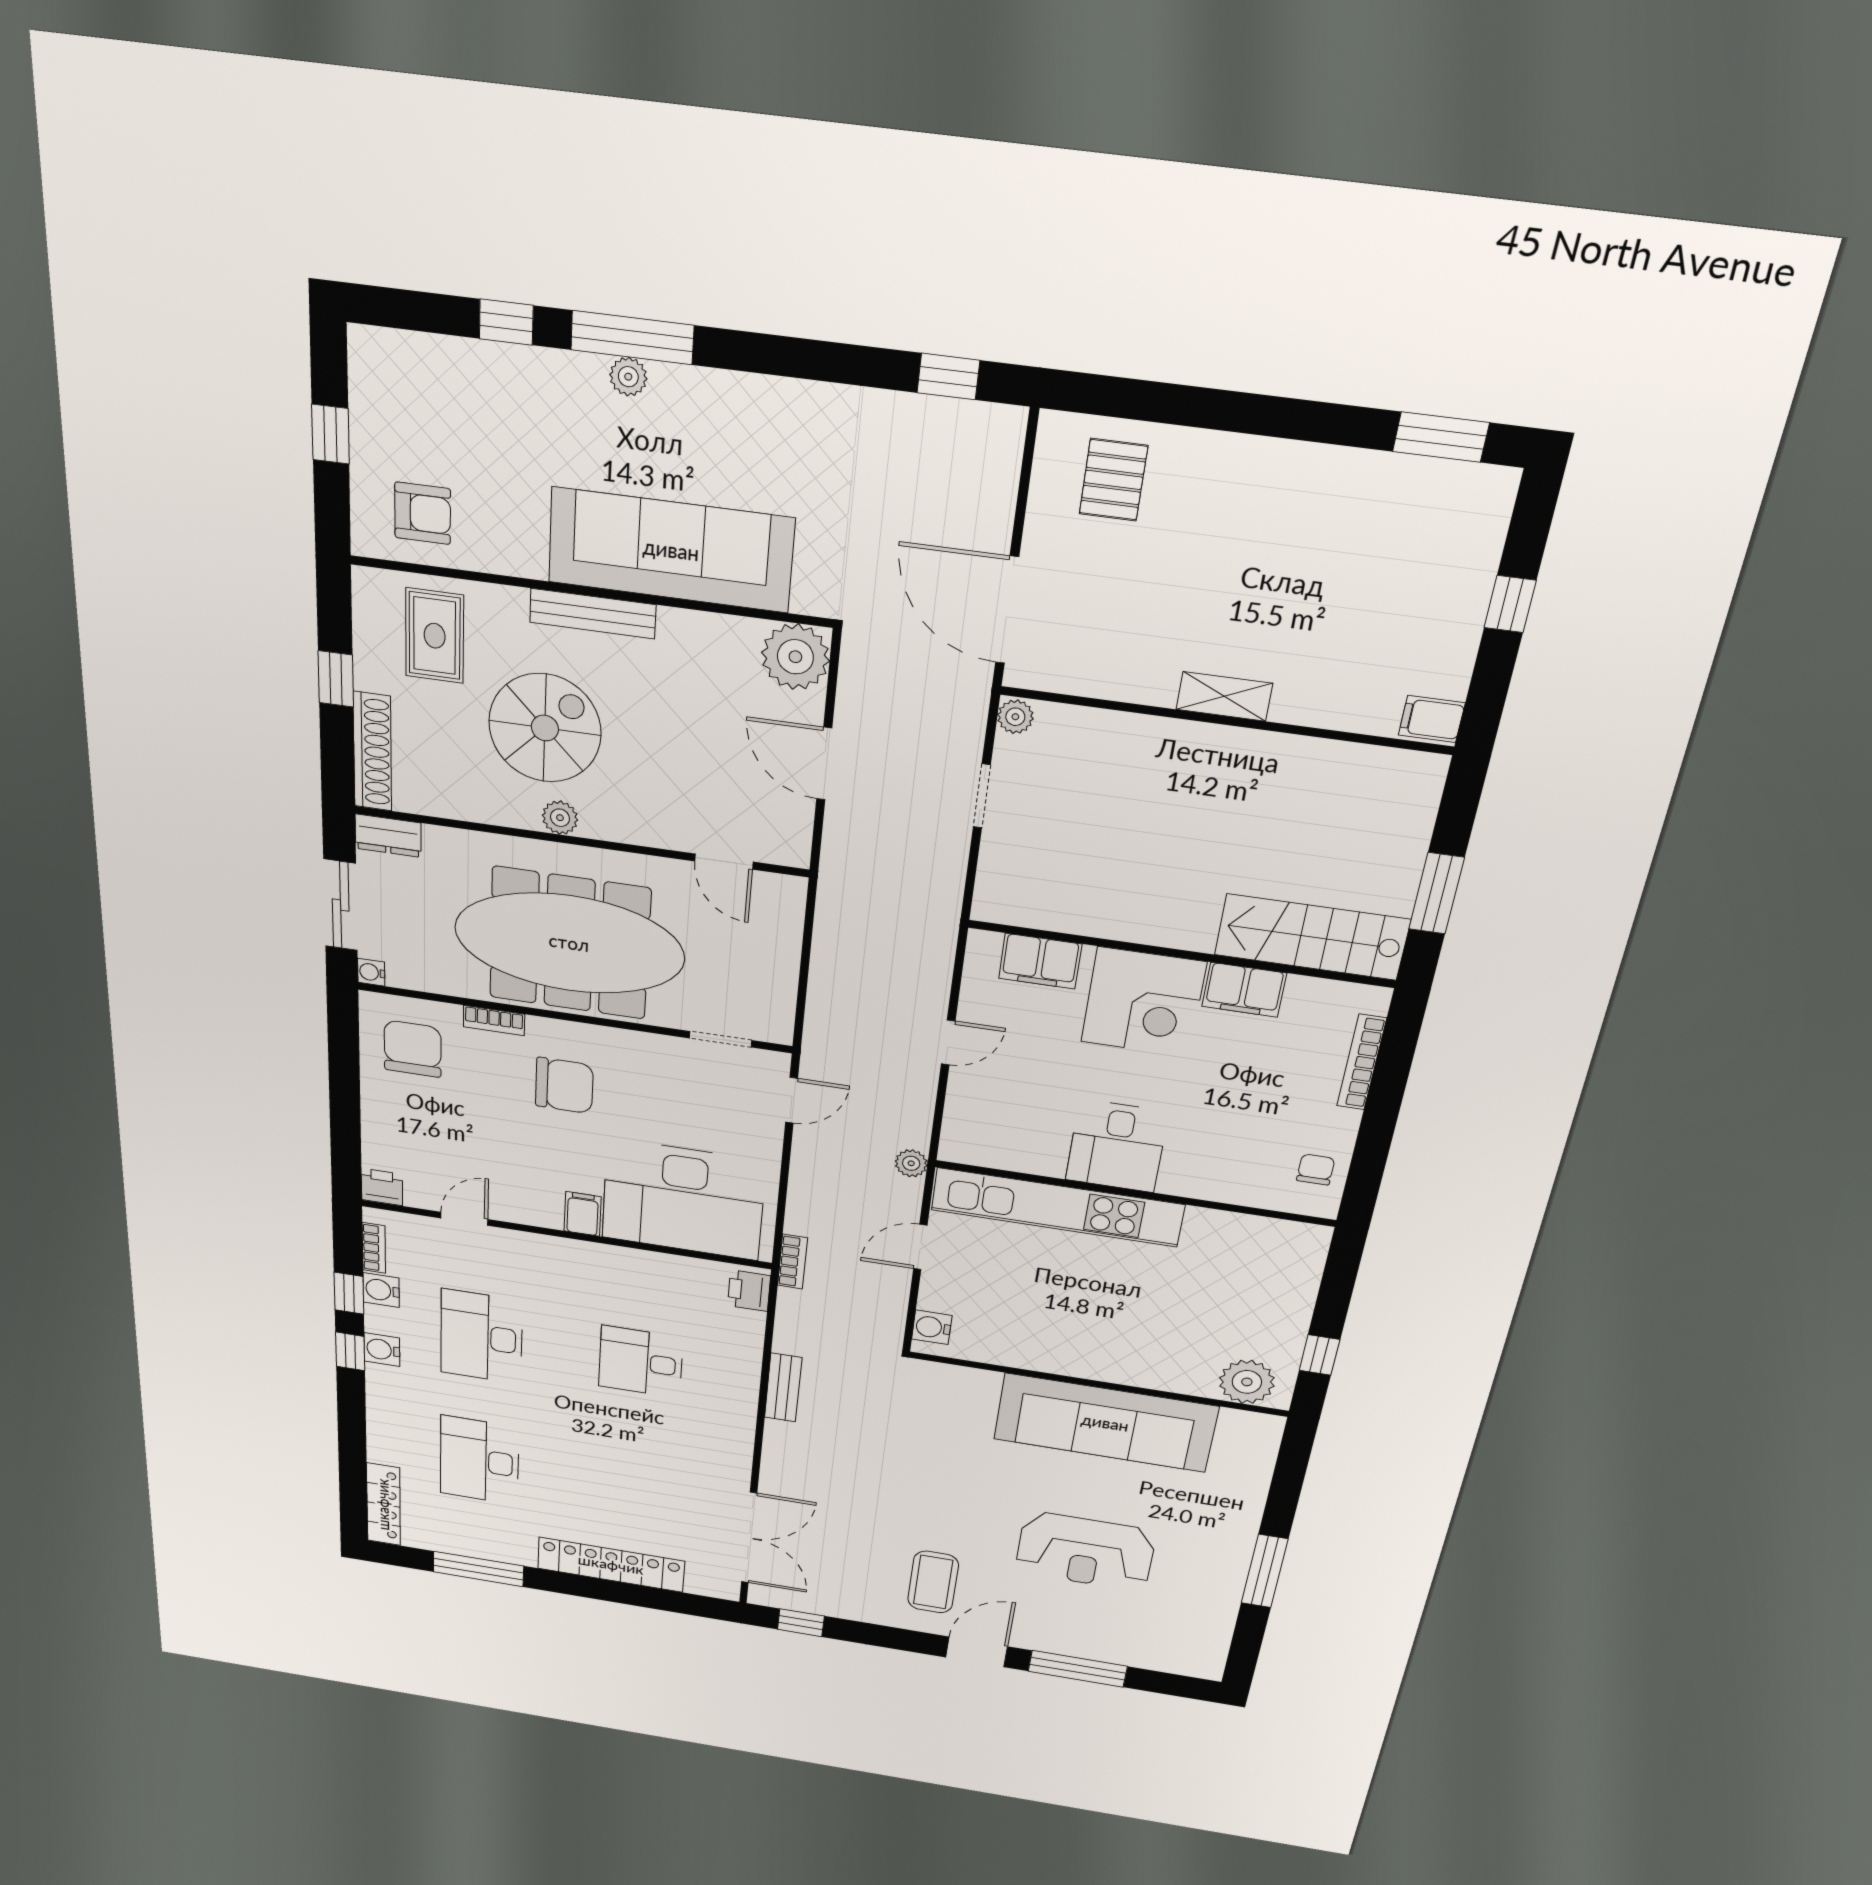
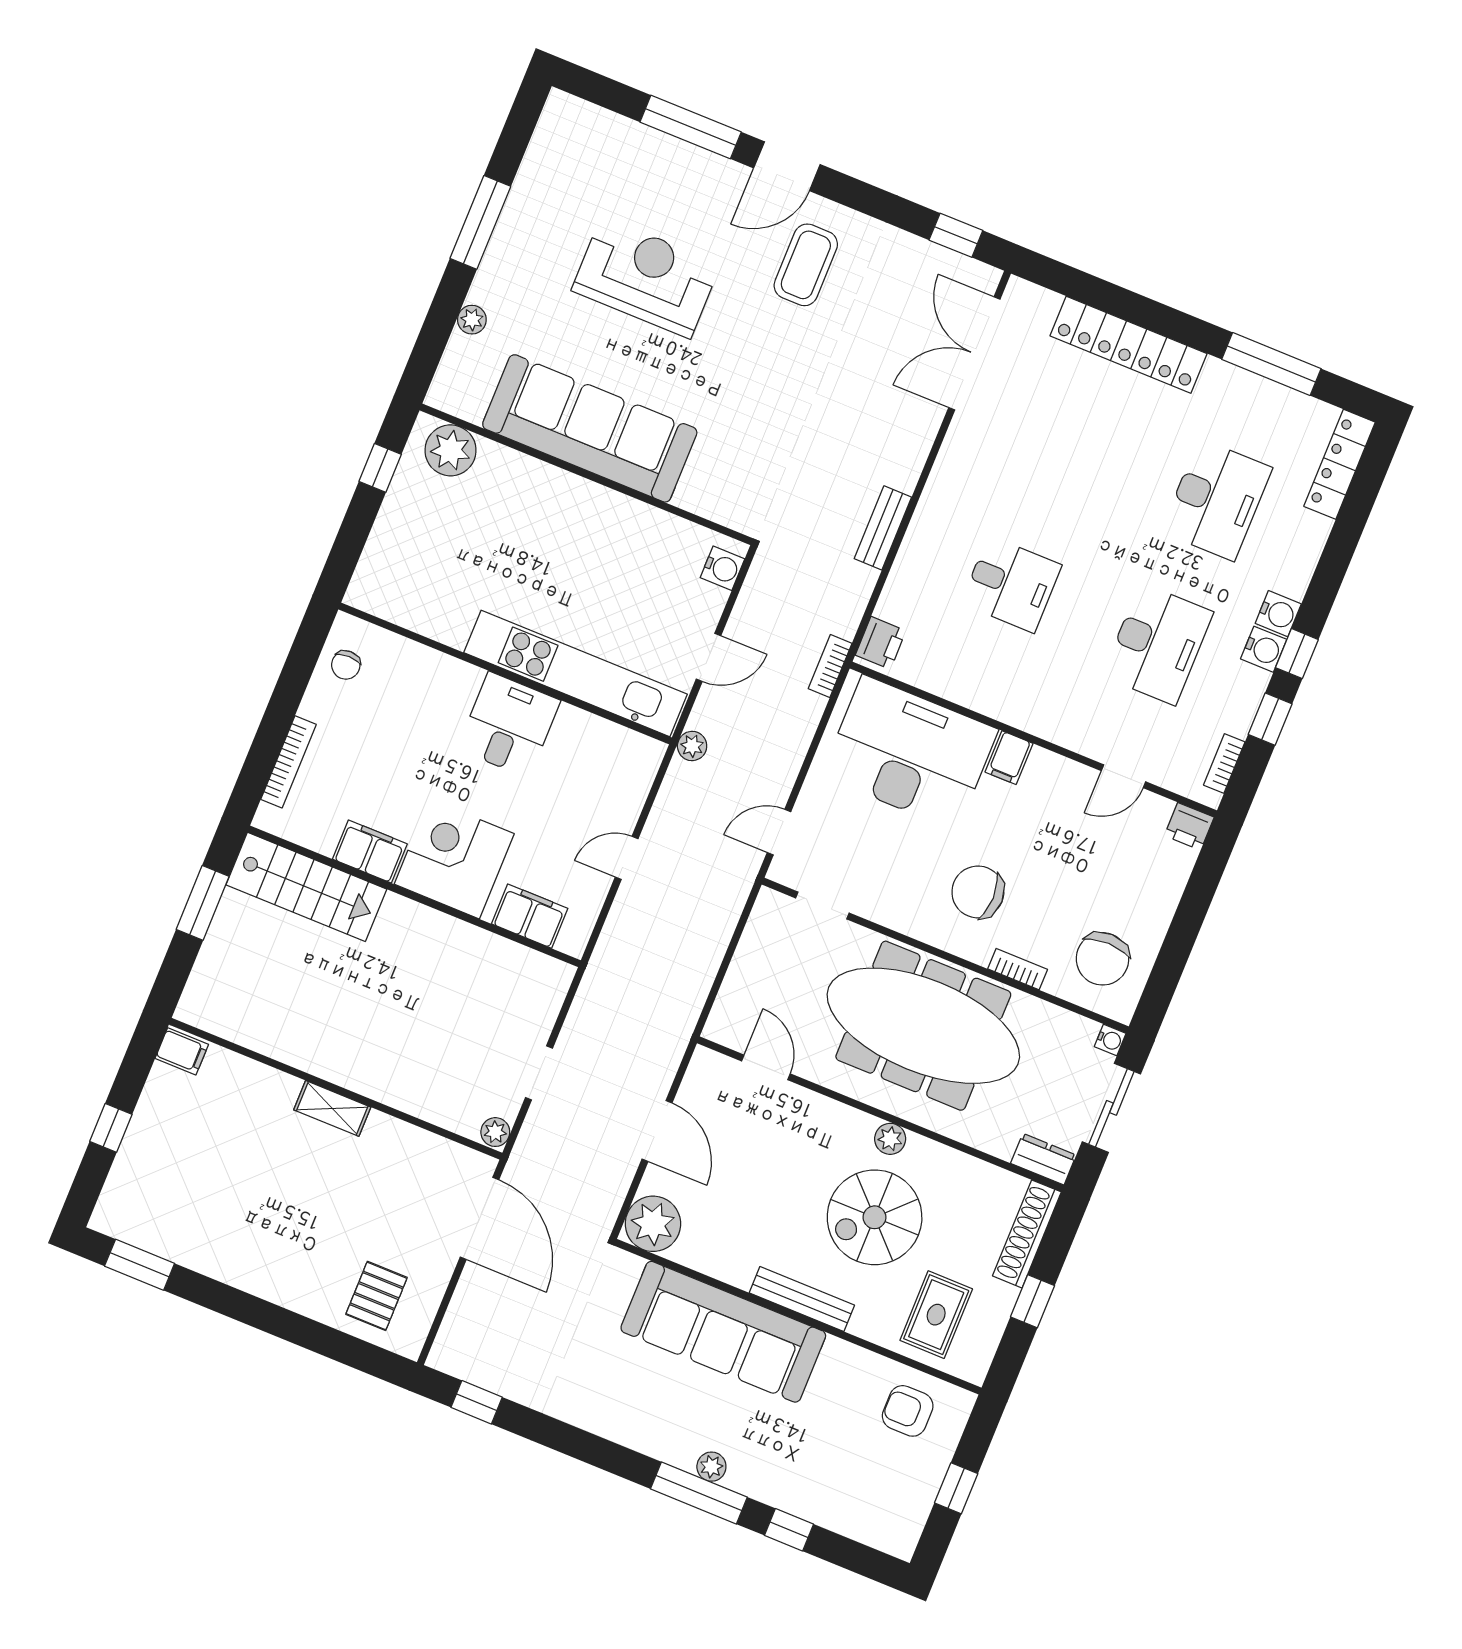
water cooler: (381, 1290) -> (1278, 614), moved
plant: (1253, 1493) -> (472, 320), added

